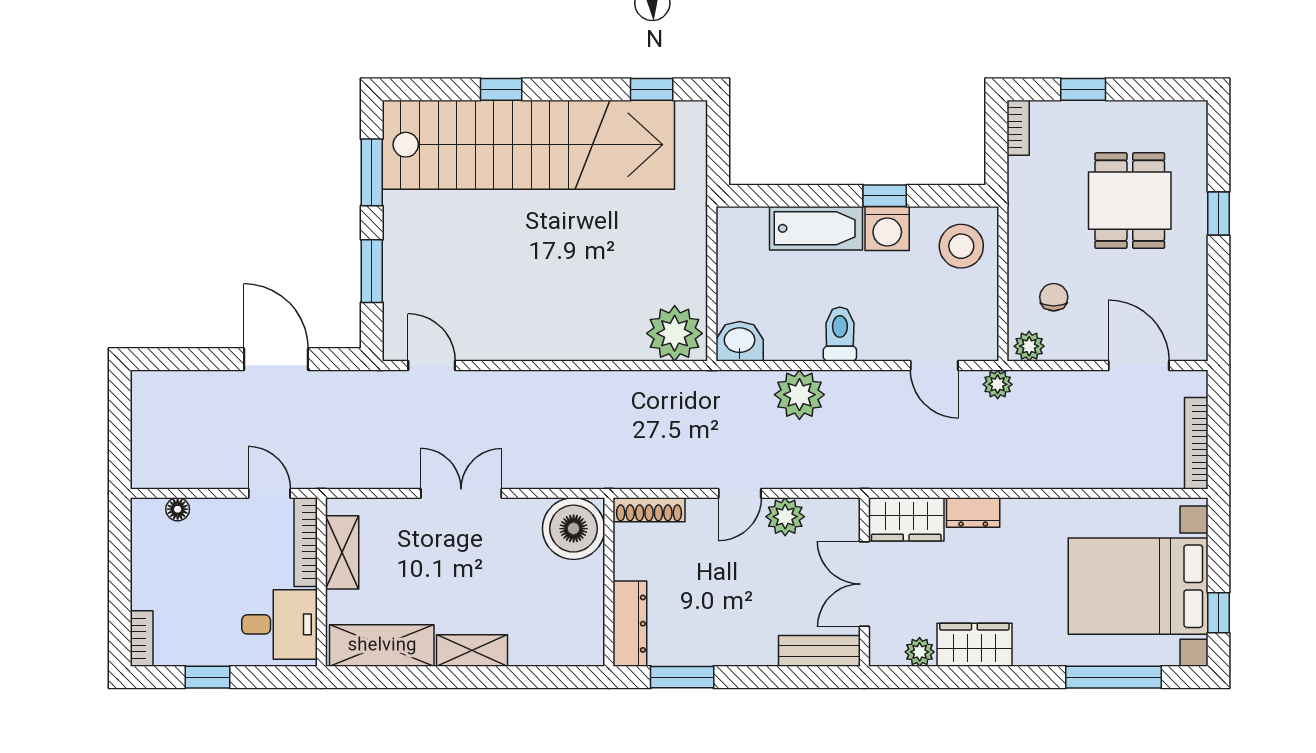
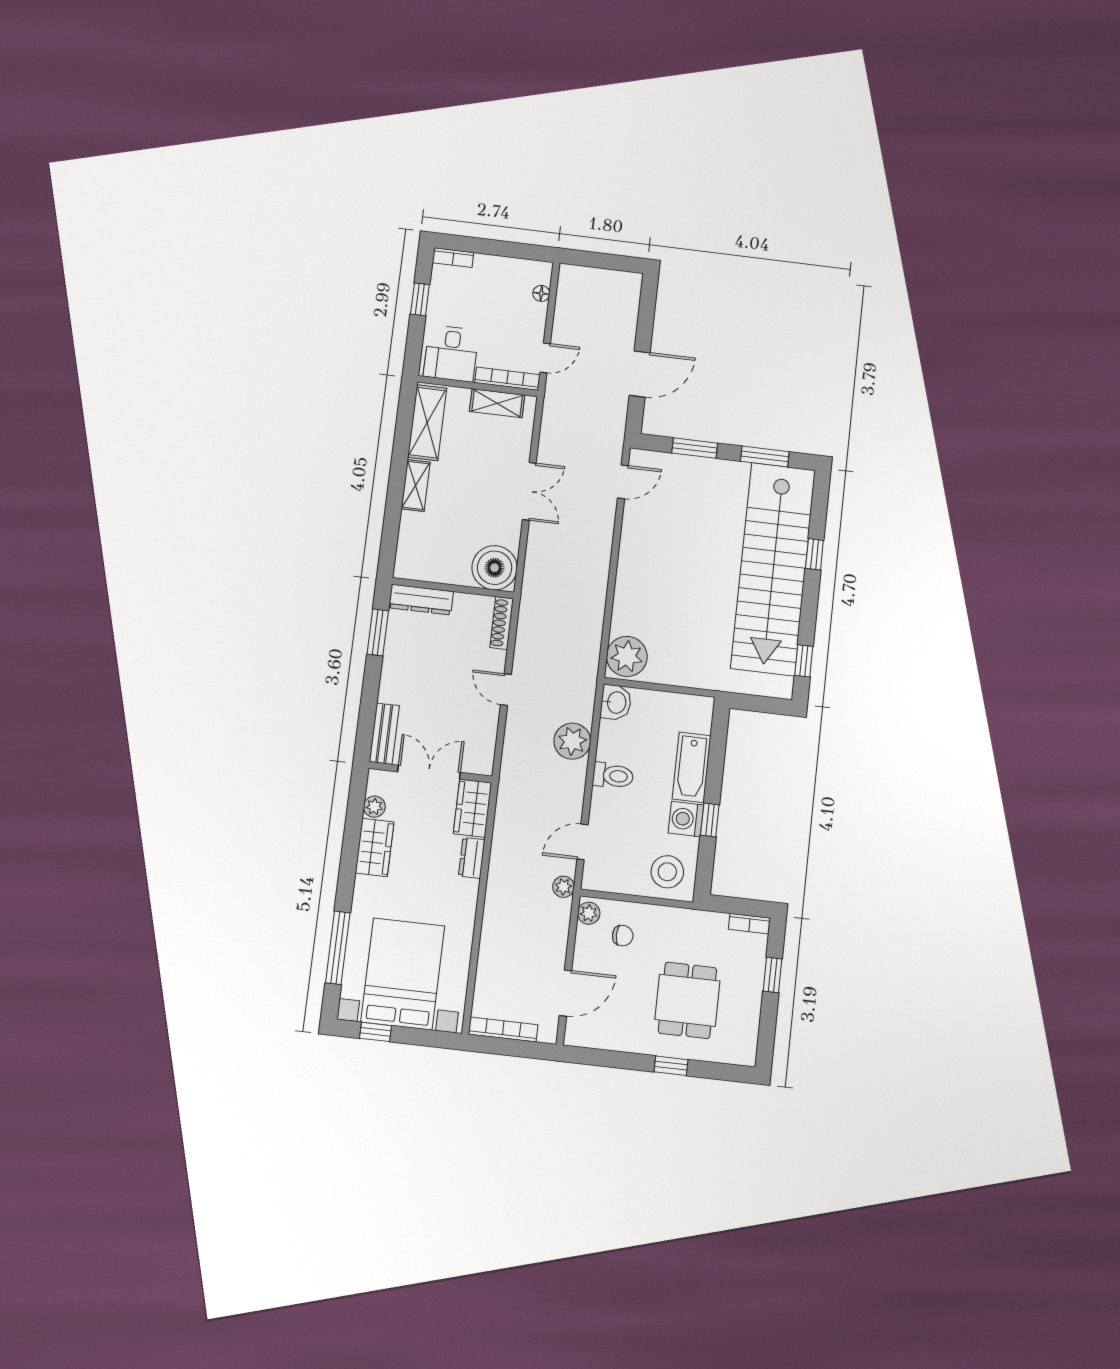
dining table: (1130, 201) -> (687, 1000), turned 90
plant: (785, 517) -> (485, 720), removed

